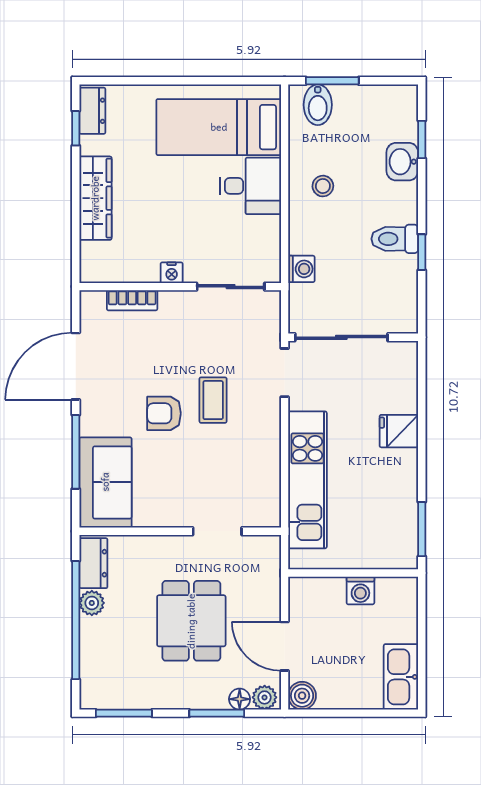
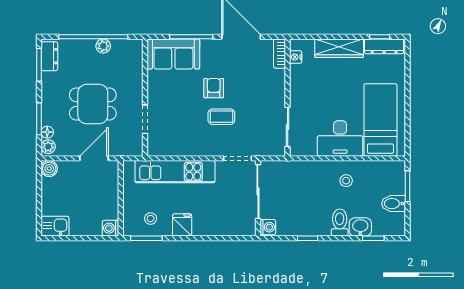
bidet: (318, 105) -> (393, 204), moved
dresser: (92, 111) -> (384, 46), width x1.44
desk: (250, 186) -> (340, 138), width x1.37
toilet: (395, 239) -> (340, 223), moved
washing machine: (301, 269) -> (268, 227), moved, turned -90
nightstand: (172, 273) -> (296, 57), moved
bookcase: (132, 300) -> (280, 54), moved
fridge: (399, 431) -> (182, 225), moved
stool: (388, 522) -> (151, 219), added
dresser: (93, 563) -> (49, 56), moved, turned -90
washing machine: (360, 590) -> (111, 228), moved
door: (285, 646) -> (94, 158), moved
kitchen sink: (401, 677) -> (55, 226), width x0.73

